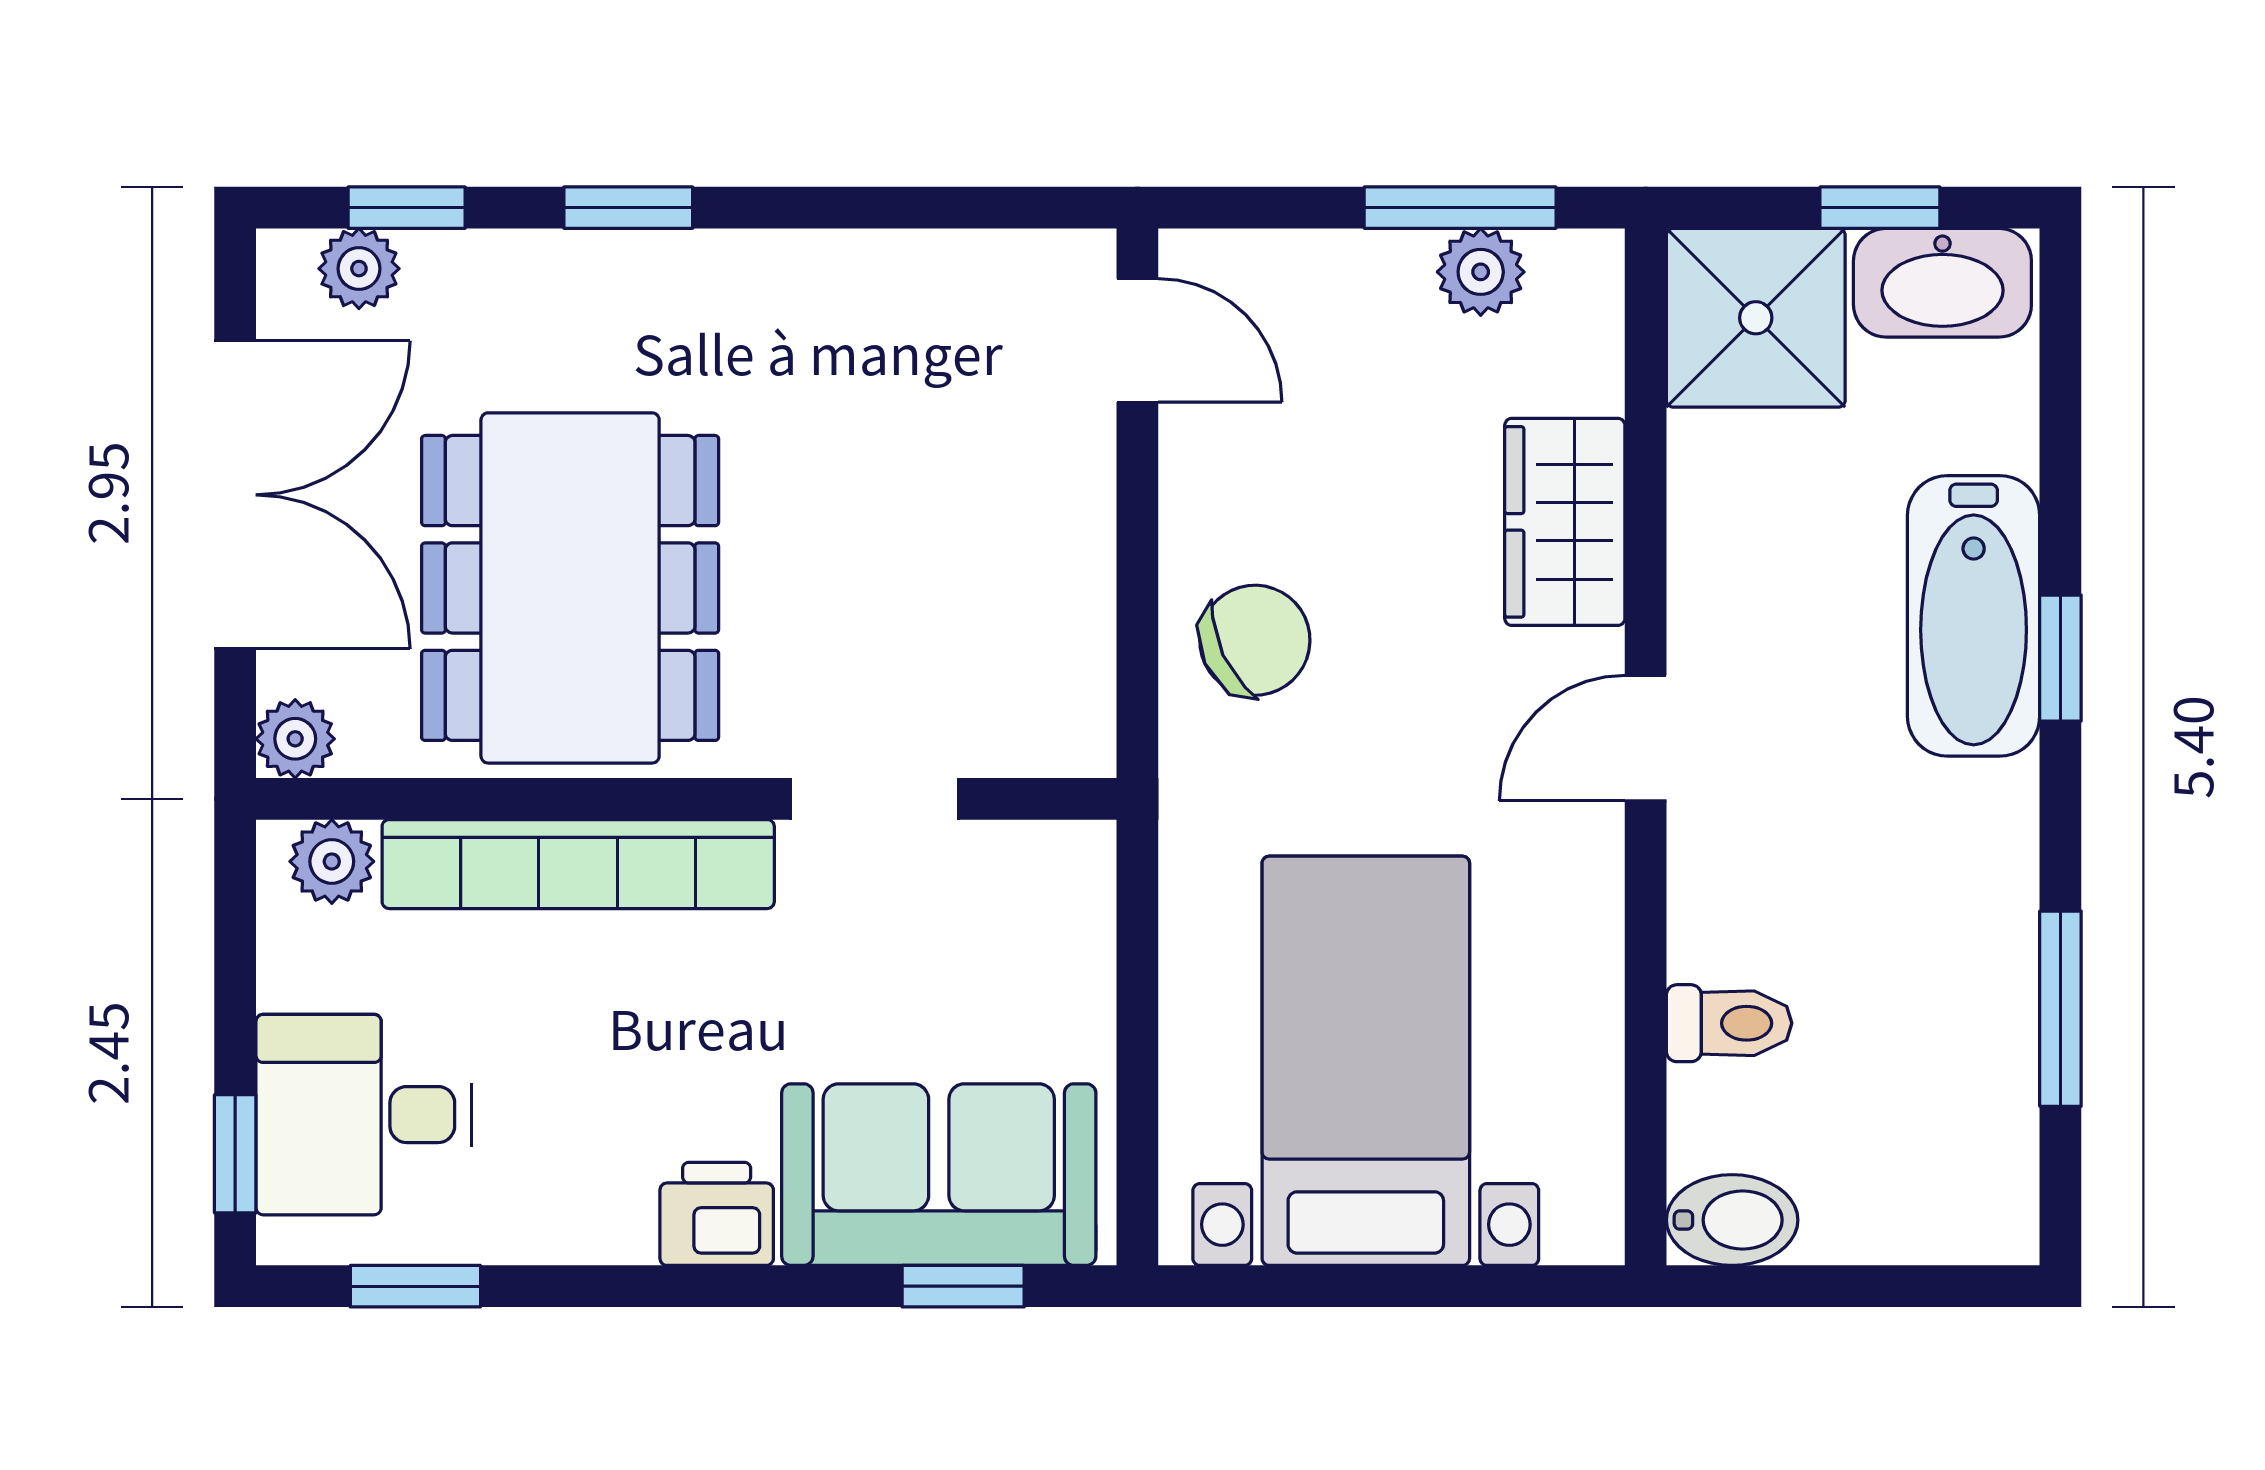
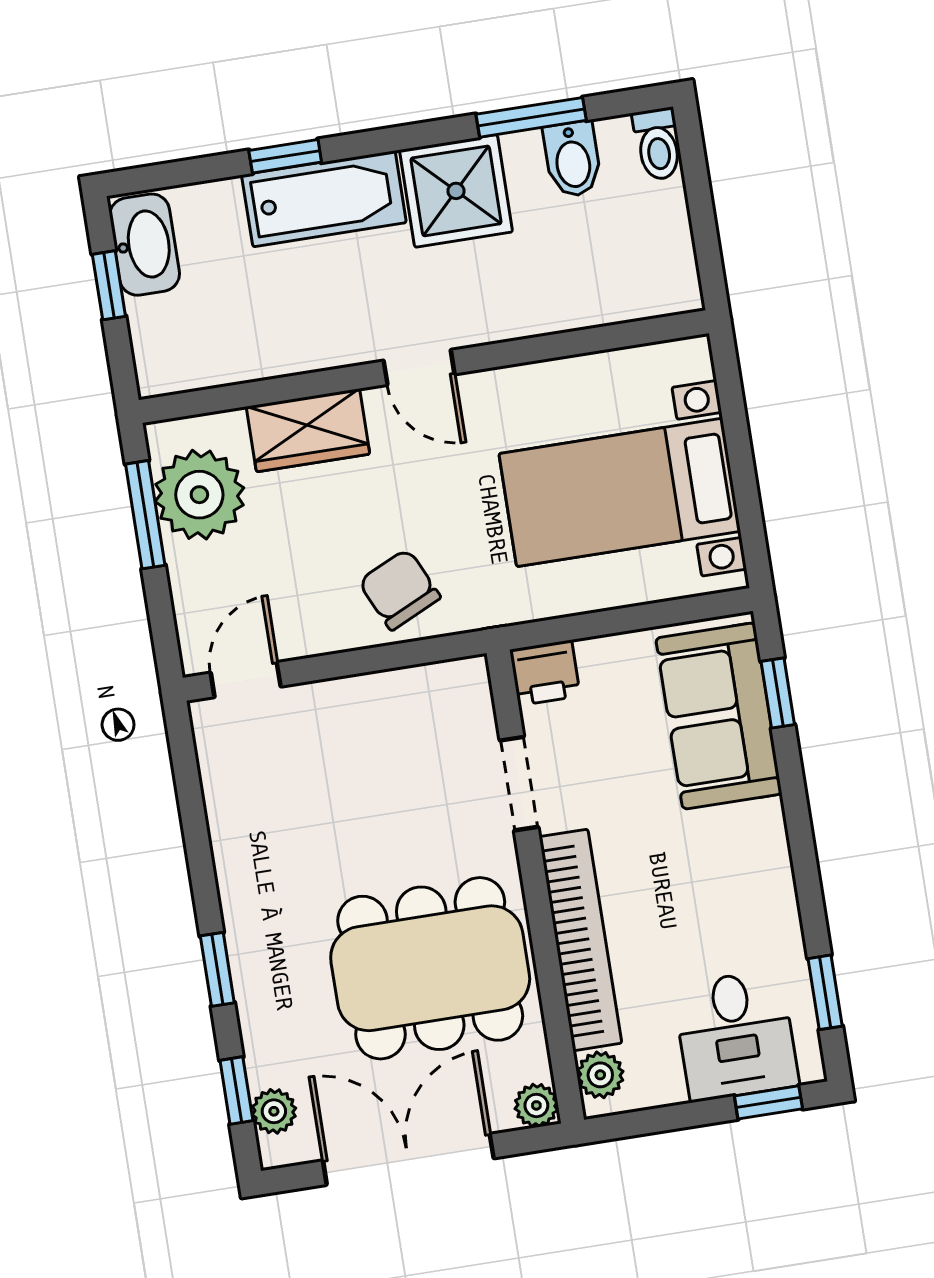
plant: (1481, 272) -> (199, 495), width x1.88, depth x1.88
shower: (1756, 318) -> (456, 191), moved
window: (2060, 658) -> (285, 156), moved
toilet: (1729, 1023) -> (658, 144), moved, turned 180
printer: (717, 1214) -> (545, 673), moved, turned -90
bidet: (1732, 1220) -> (573, 159), moved, turned 180

